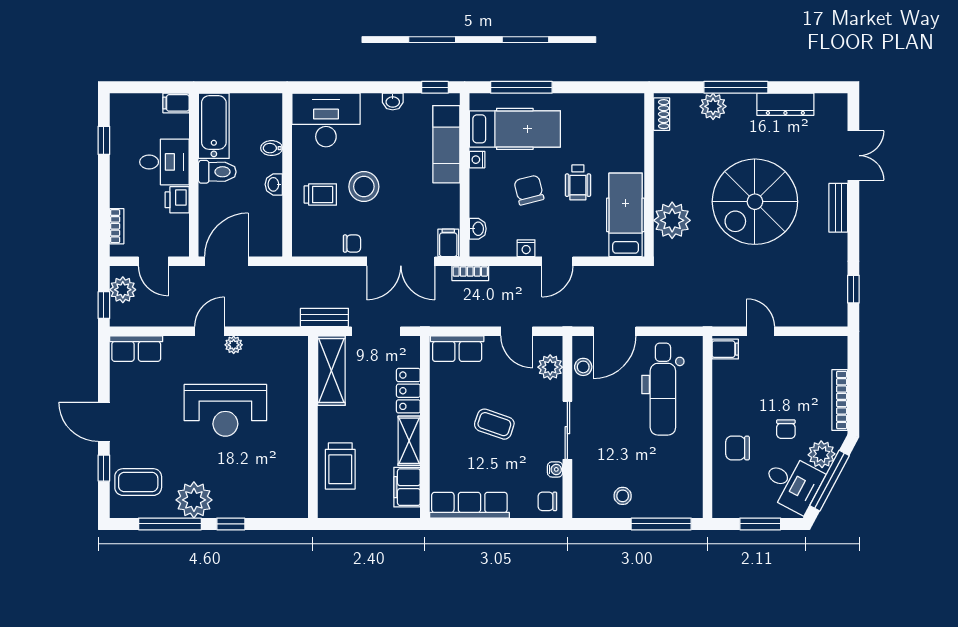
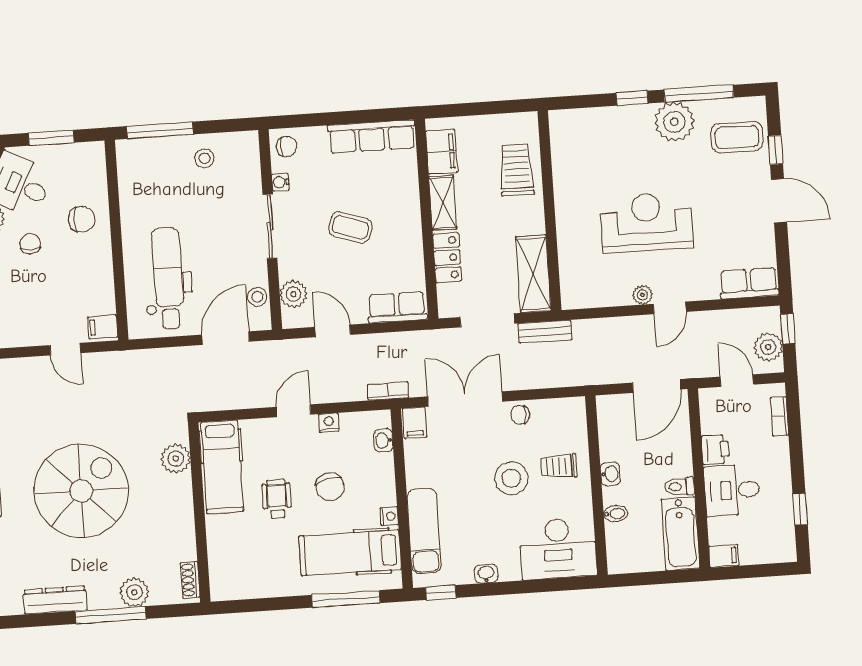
toilet: (217, 172) -> (679, 486), width x0.73, depth x0.72
plant: (672, 220) -> (176, 459), width x0.73, depth x0.73

